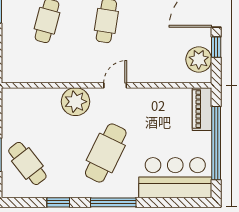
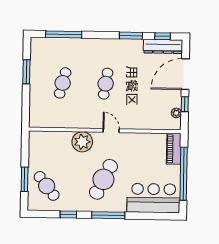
plant: (199, 59) -> (176, 113), width x0.53, depth x0.53
door: (115, 85) -> (111, 131), hinge flipped

